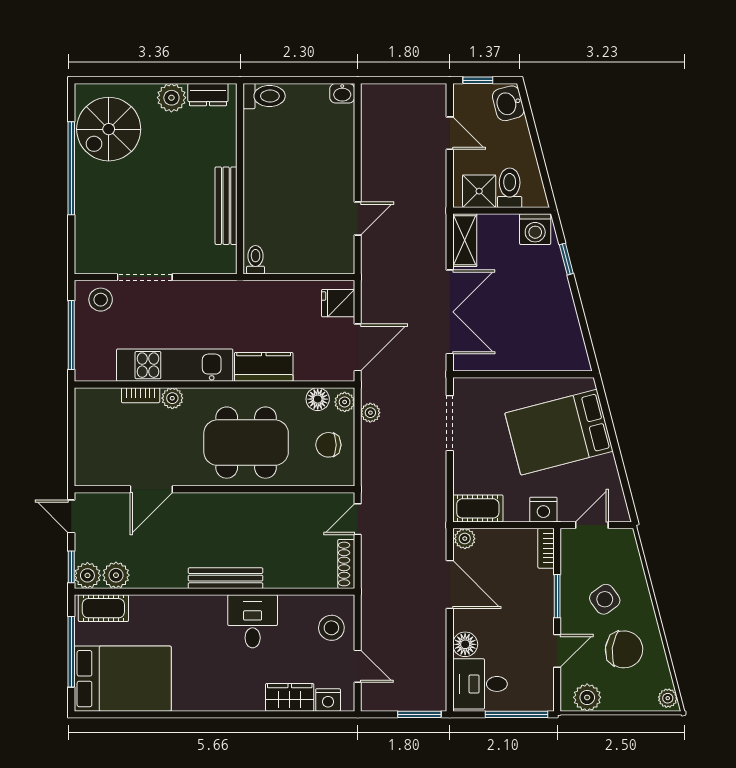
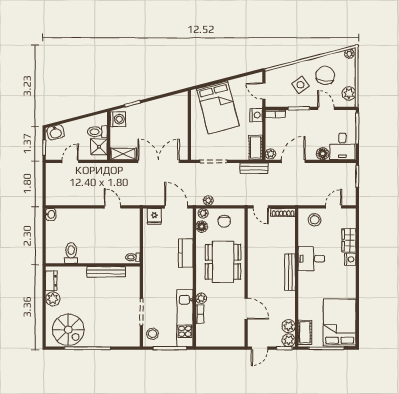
toilet: (264, 96) -> (71, 253), moved
kitchen unit: (175, 365) -> (185, 318), moved
bench: (436, 505) -> (254, 168), added
nightstand: (328, 700) -> (350, 259), moved

